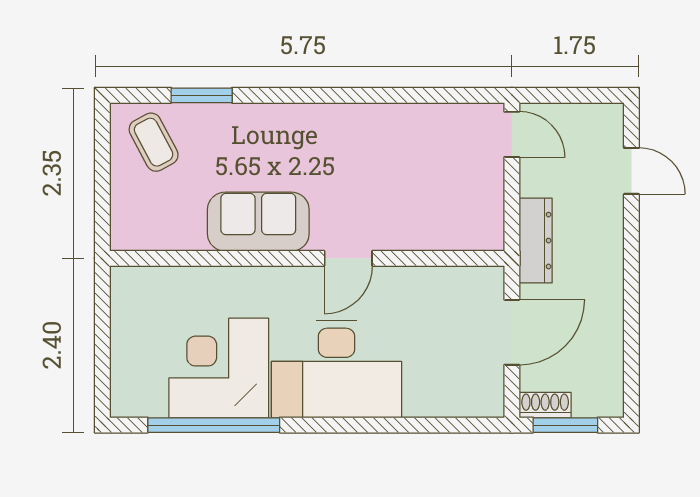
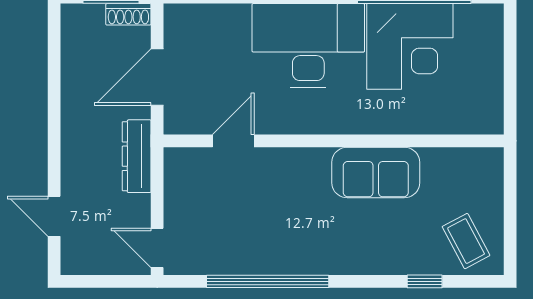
window: (202, 95) -> (425, 281), width x0.67
window: (384, 95) -> (268, 281), added
door: (348, 258) -> (233, 141), moved

